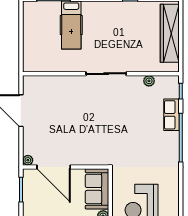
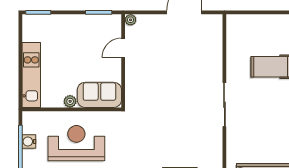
plant: (149, 81) -> (217, 151), removed
door: (54, 167) -> (123, 48), width x0.53

